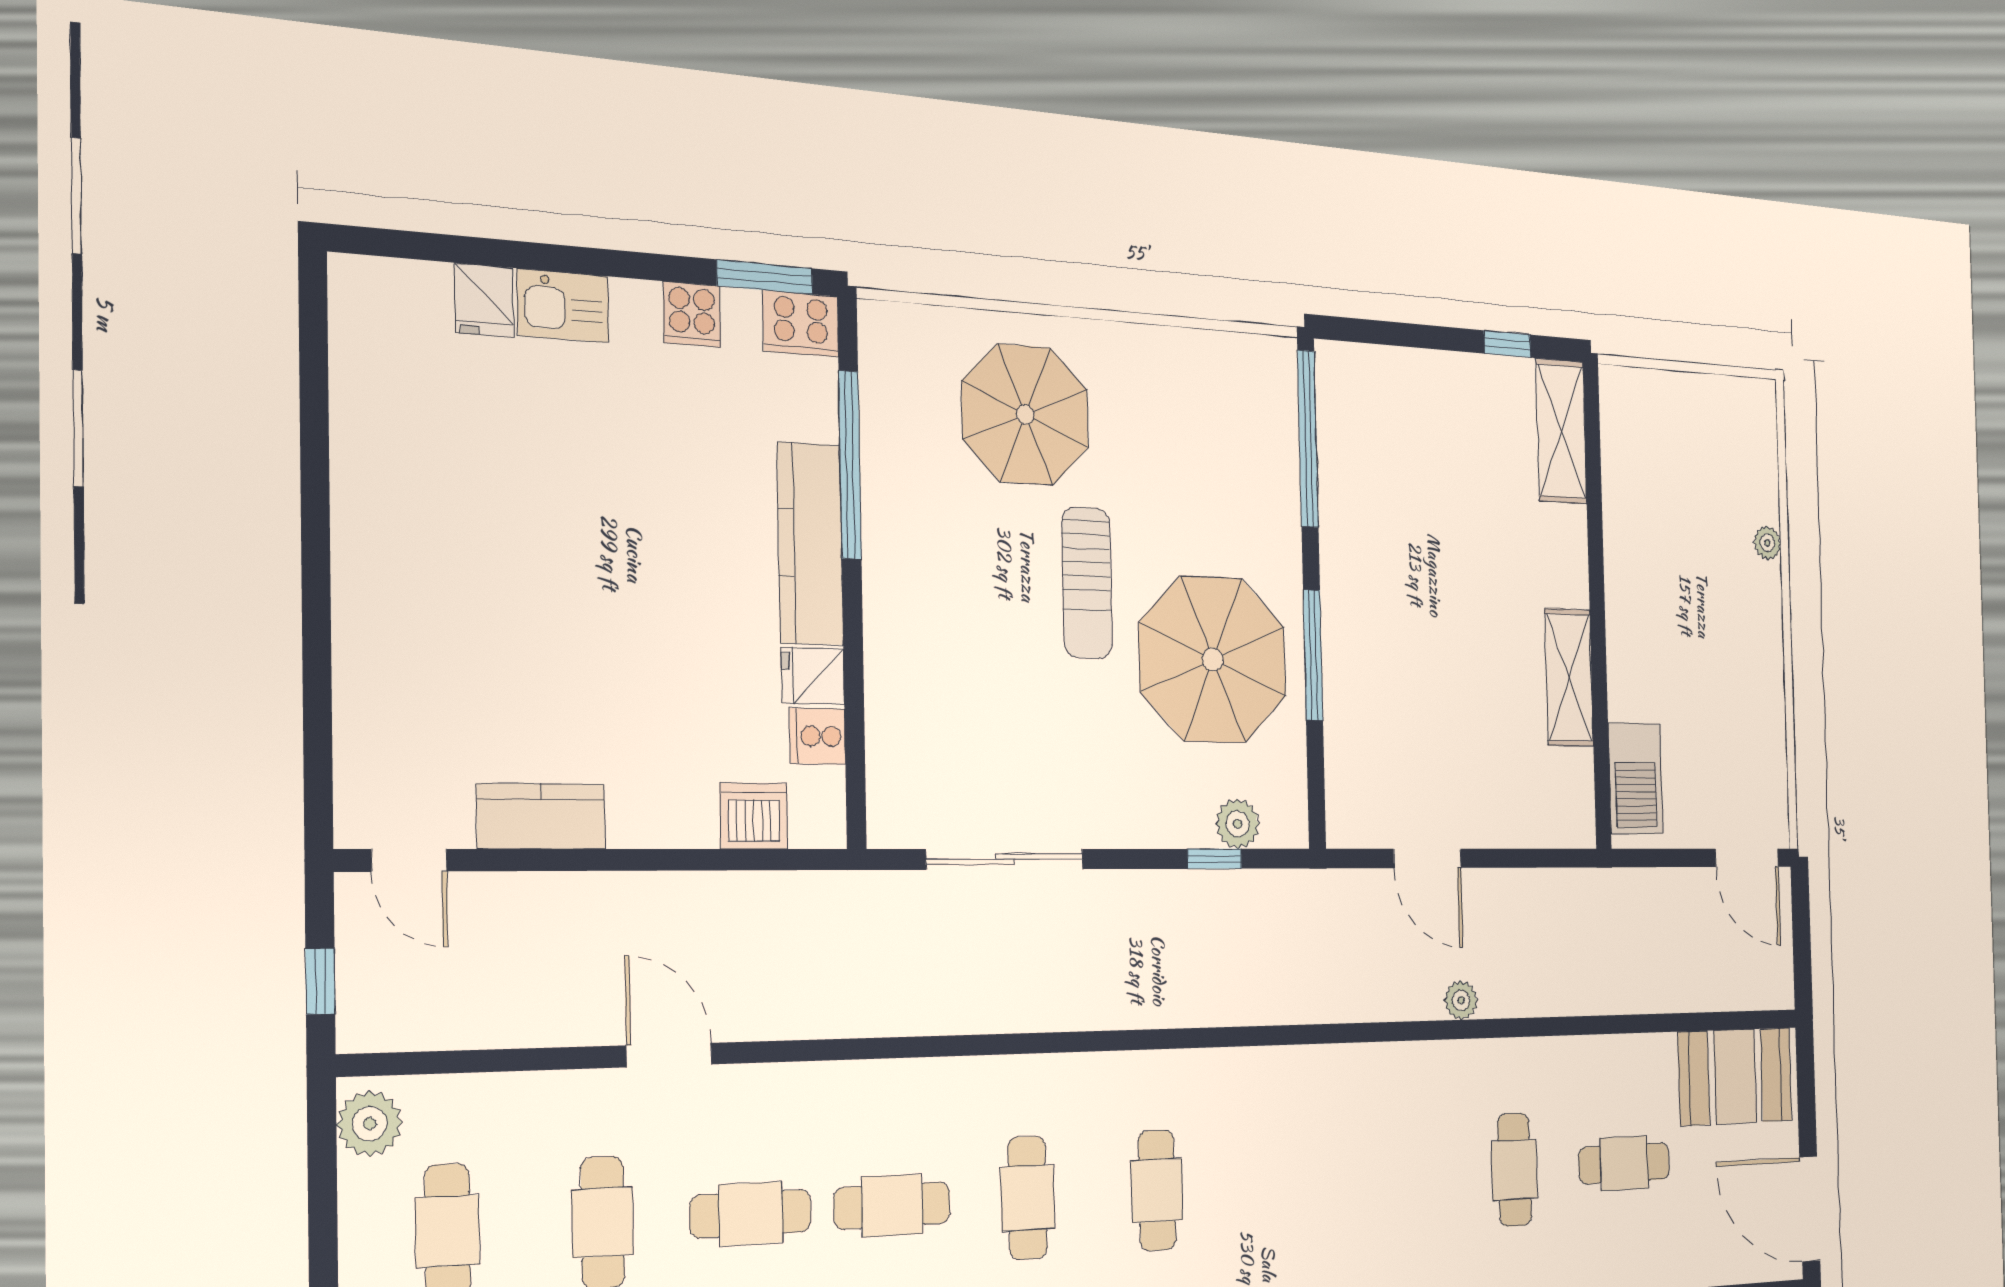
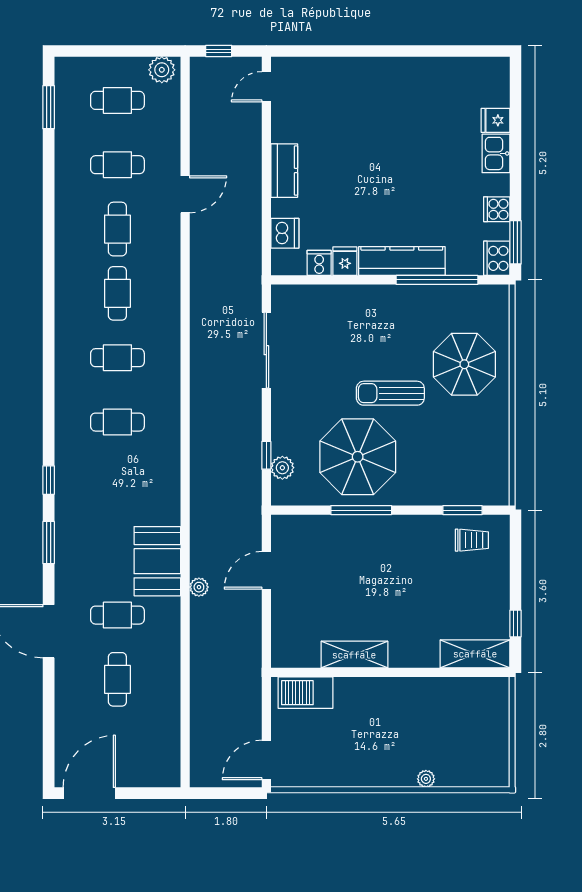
trolley: (1362, 423) -> (472, 540), added
window: (1308, 439) -> (462, 510), width x0.47
kitchen counter: (541, 816) -> (284, 171), moved
booth: (1735, 1076) -> (157, 561), moved

